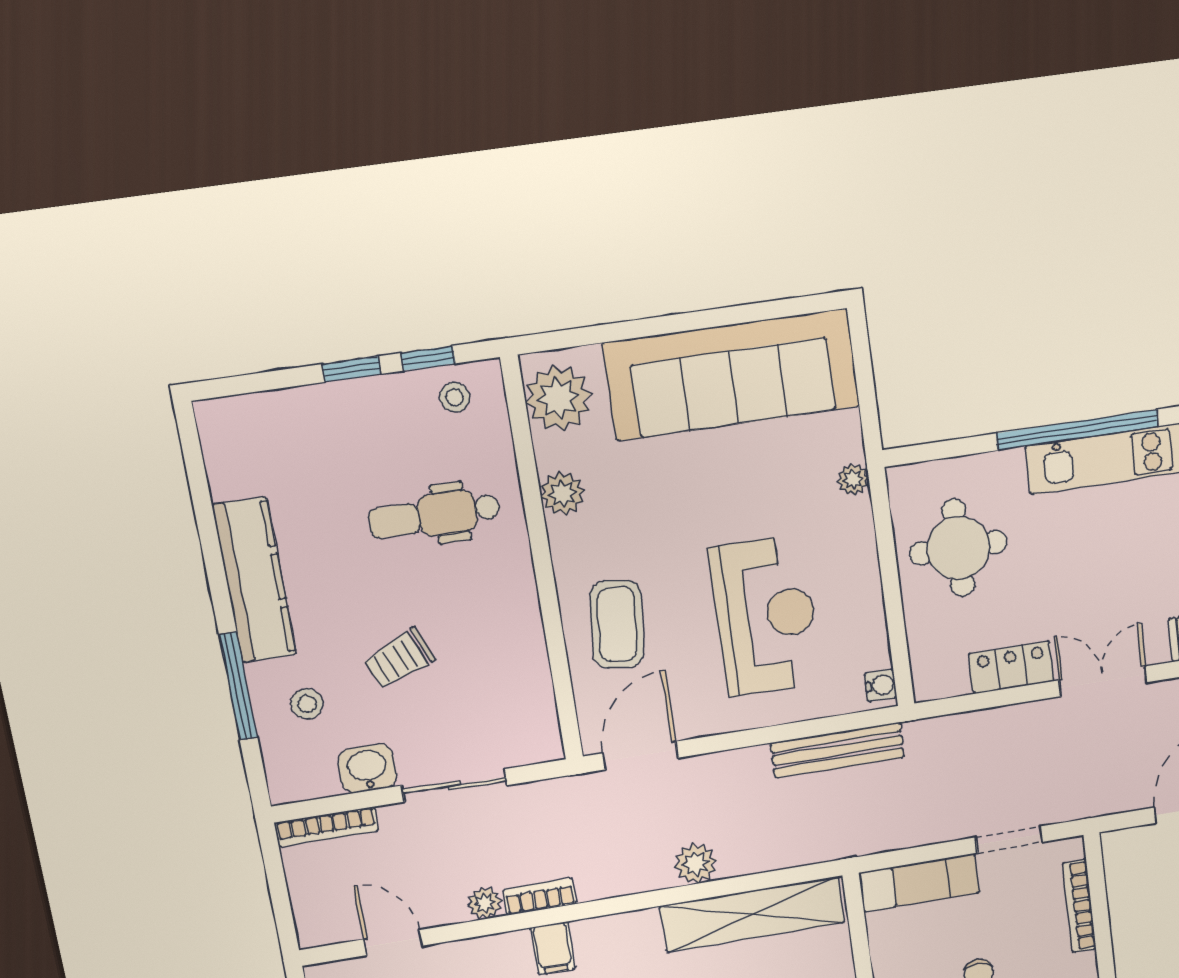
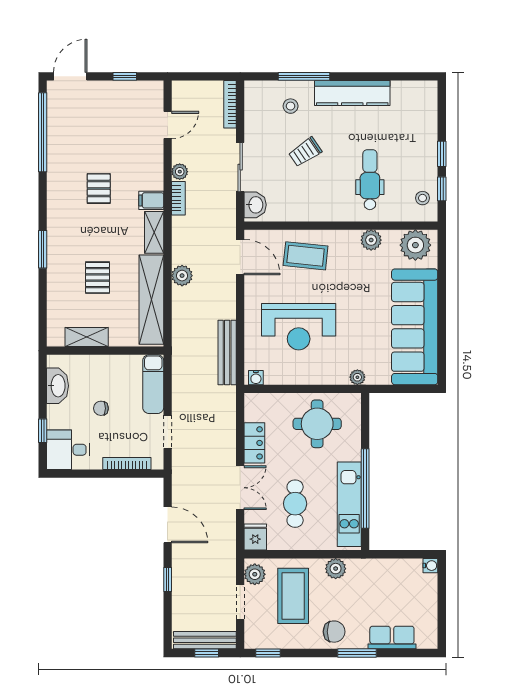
cafe table: (1123, 567) -> (295, 504), added
trolley: (399, 659) -> (305, 152), turned -101
washbasin: (367, 768) -> (255, 205), moved
shelving: (617, 932) -> (154, 232), added

